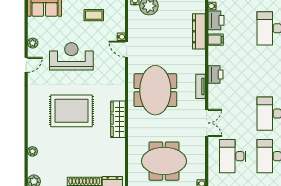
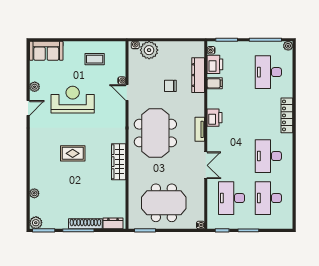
chair: (171, 42) -> (170, 86), added
rug: (71, 111) -> (73, 153), width x0.54, depth x0.49

